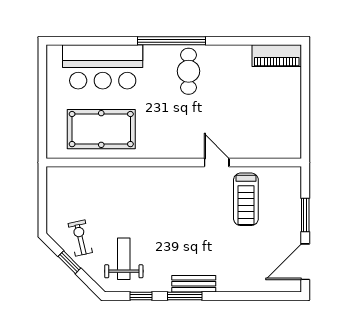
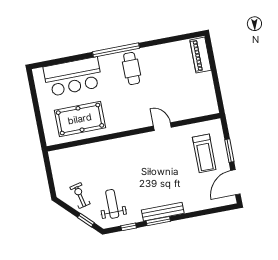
piano: (277, 56) -> (200, 55), moved, turned 90
treadmill: (246, 199) -> (204, 153), moved
window: (69, 262) -> (86, 220), moved
bench: (194, 284) -> (163, 212), width x1.36

